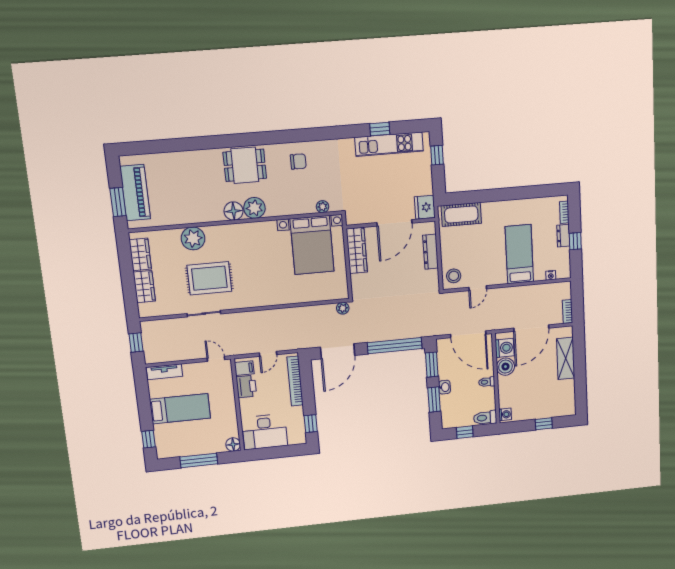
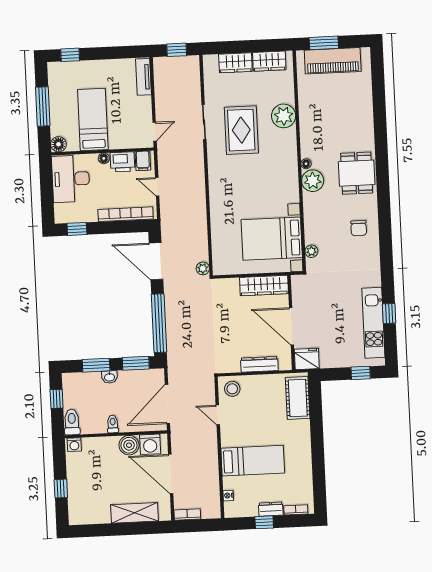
floor lamp: (234, 211) -> (306, 164), width x0.53, depth x0.53
floor lamp: (244, 403) -> (104, 158), added
bed: (180, 409) -> (93, 120), moved, turned 180

